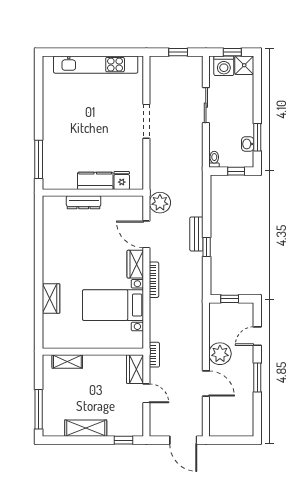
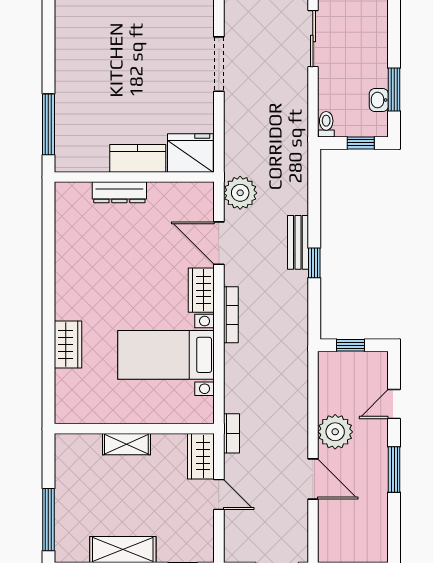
fridge: (122, 181) -> (190, 153), width x1.88, depth x1.34
shelving: (67, 362) -> (126, 444), moved

